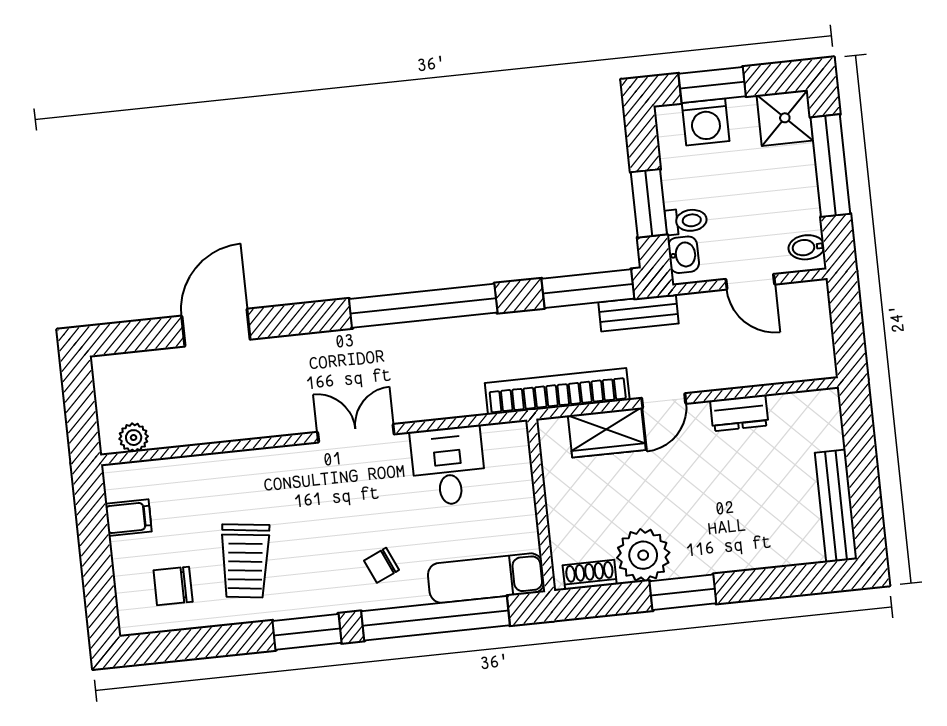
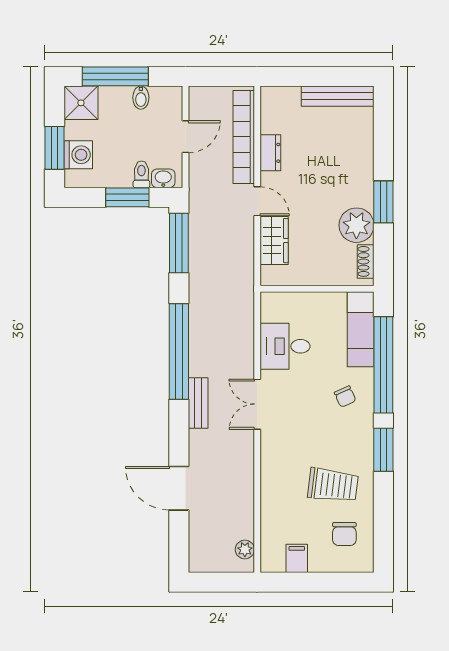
bidet: (806, 247) -> (141, 98), moved
bench: (639, 313) -> (198, 403), moved
bookcase: (557, 391) -> (244, 137), moved

